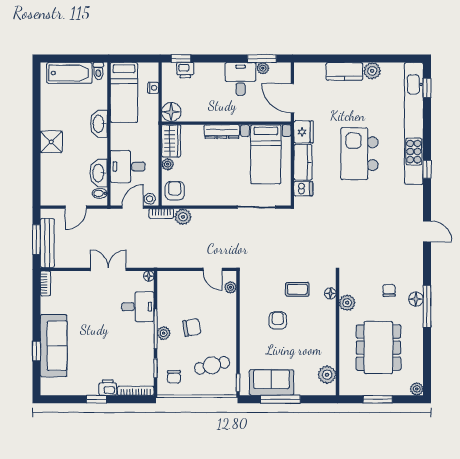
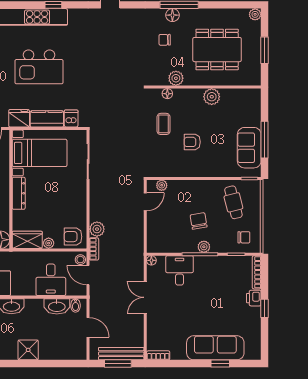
plant: (327, 375) -> (212, 97), moved

